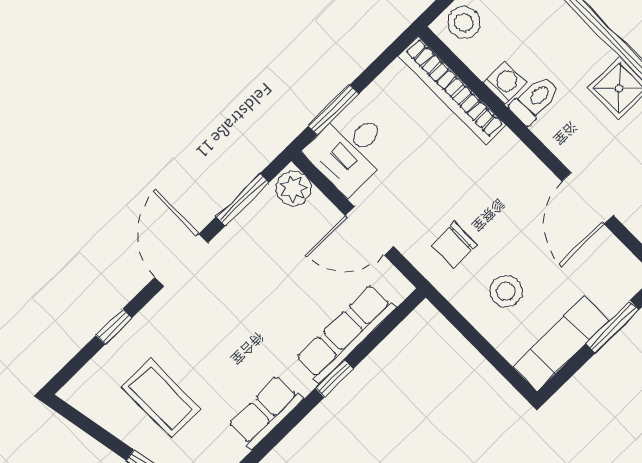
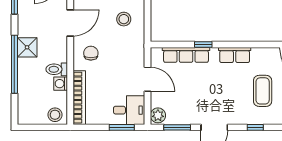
chair: (454, 245) -> (91, 53), moved, turned -90

